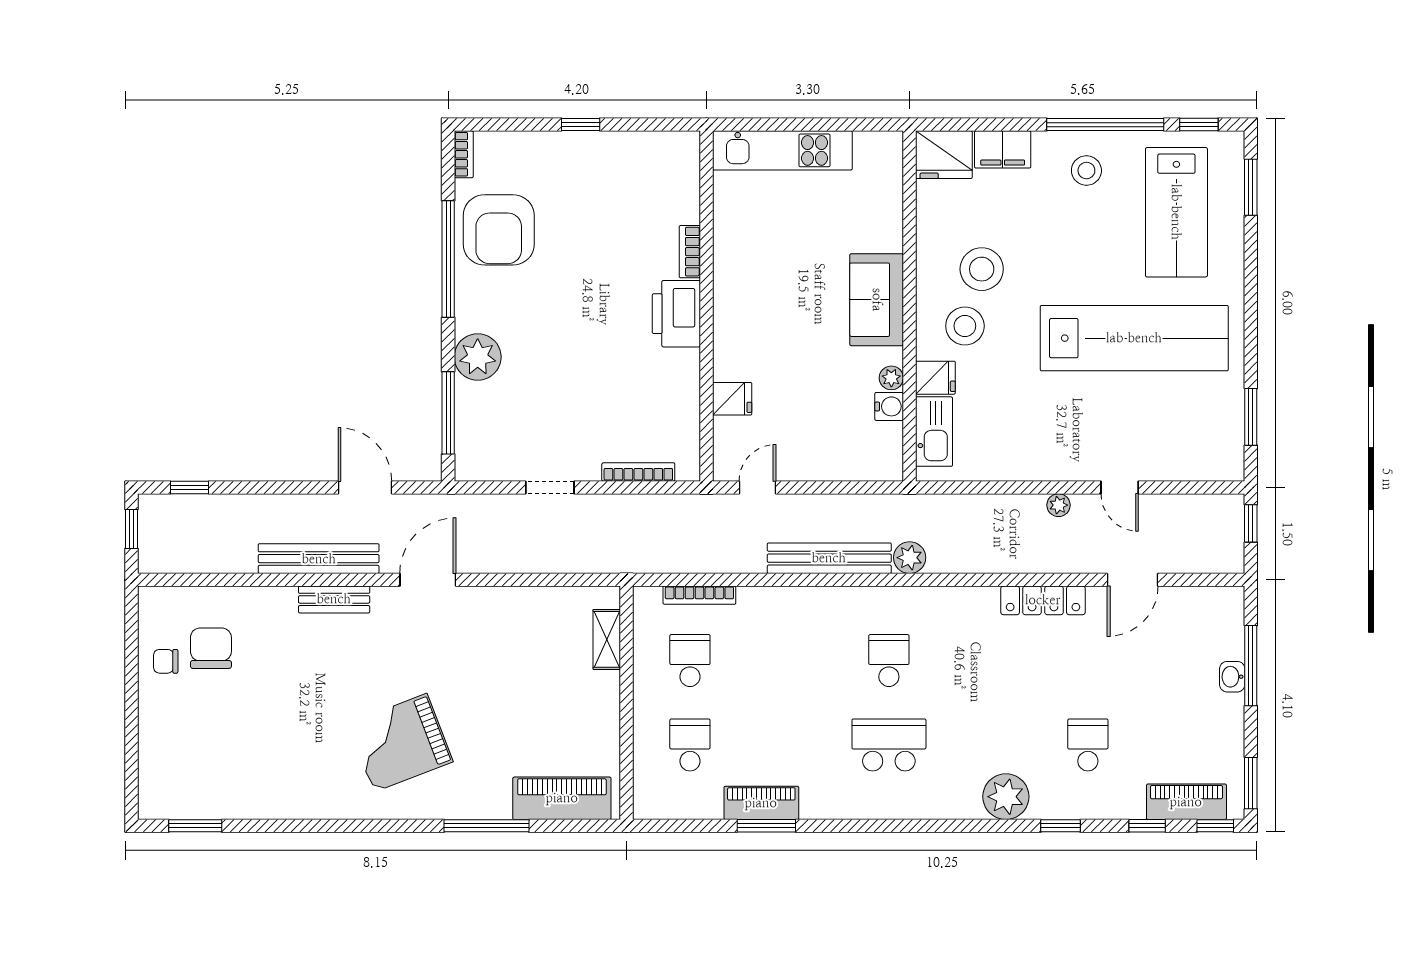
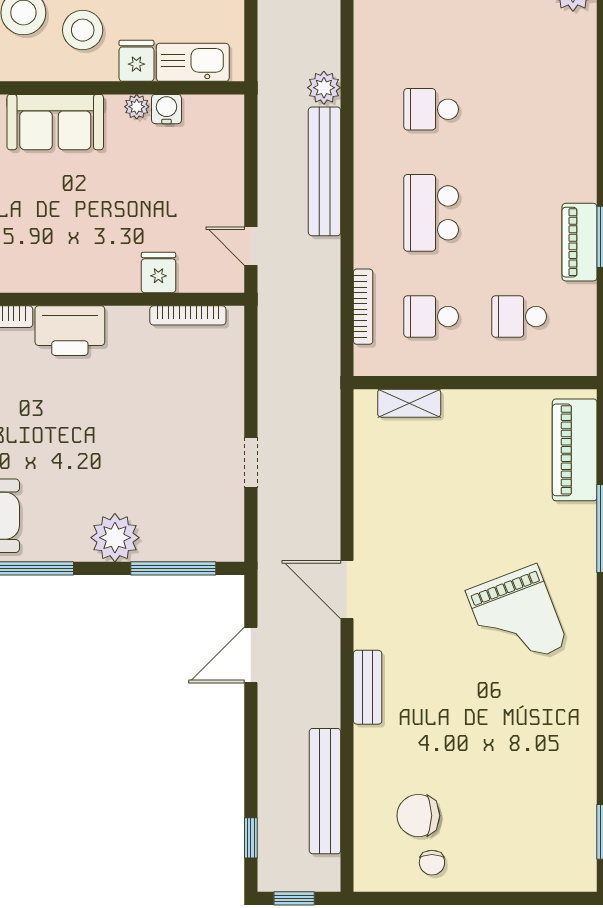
bookcase: (638, 472) -> (188, 315), moved, turned -90
bench: (319, 559) -> (325, 791), moved
school desk: (889, 745) -> (431, 213), moved

